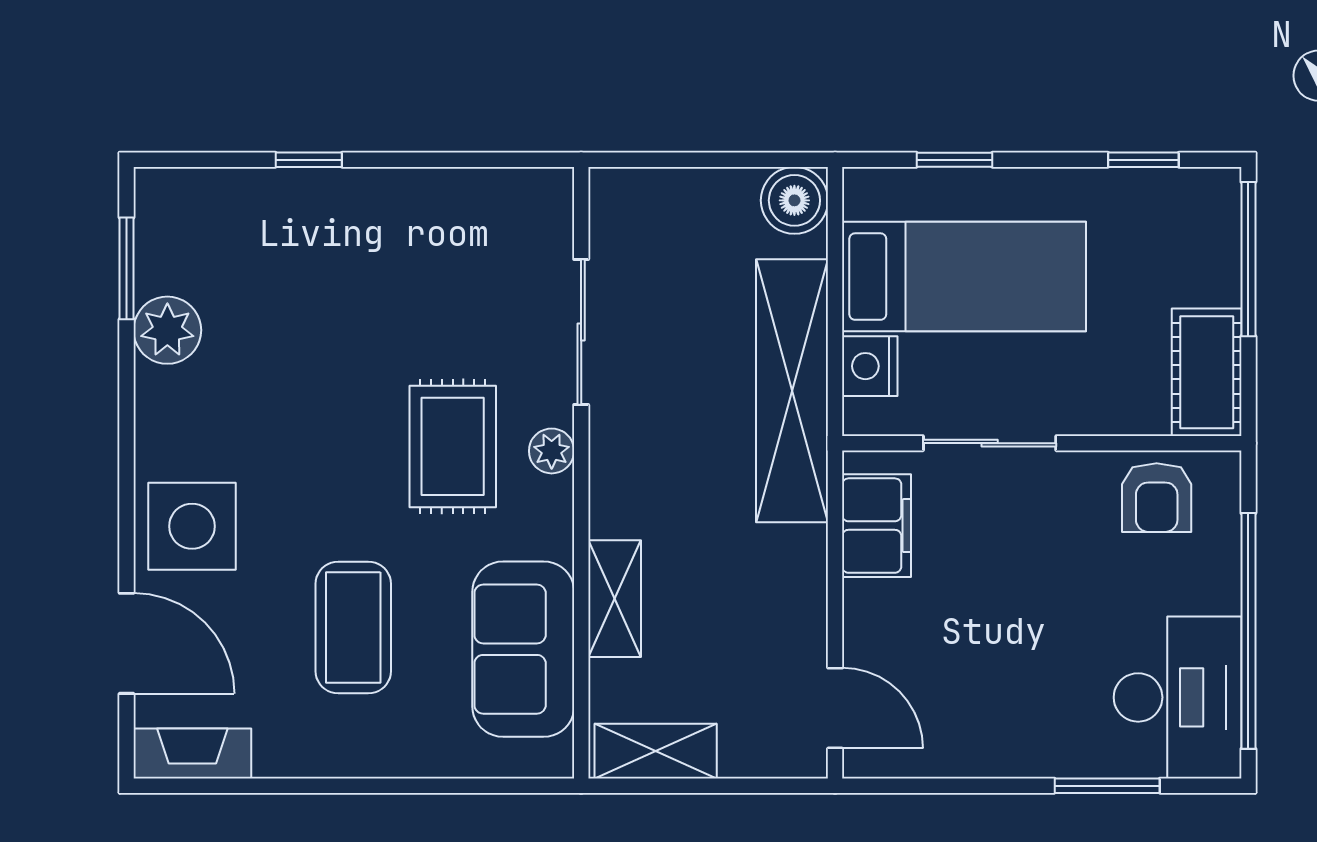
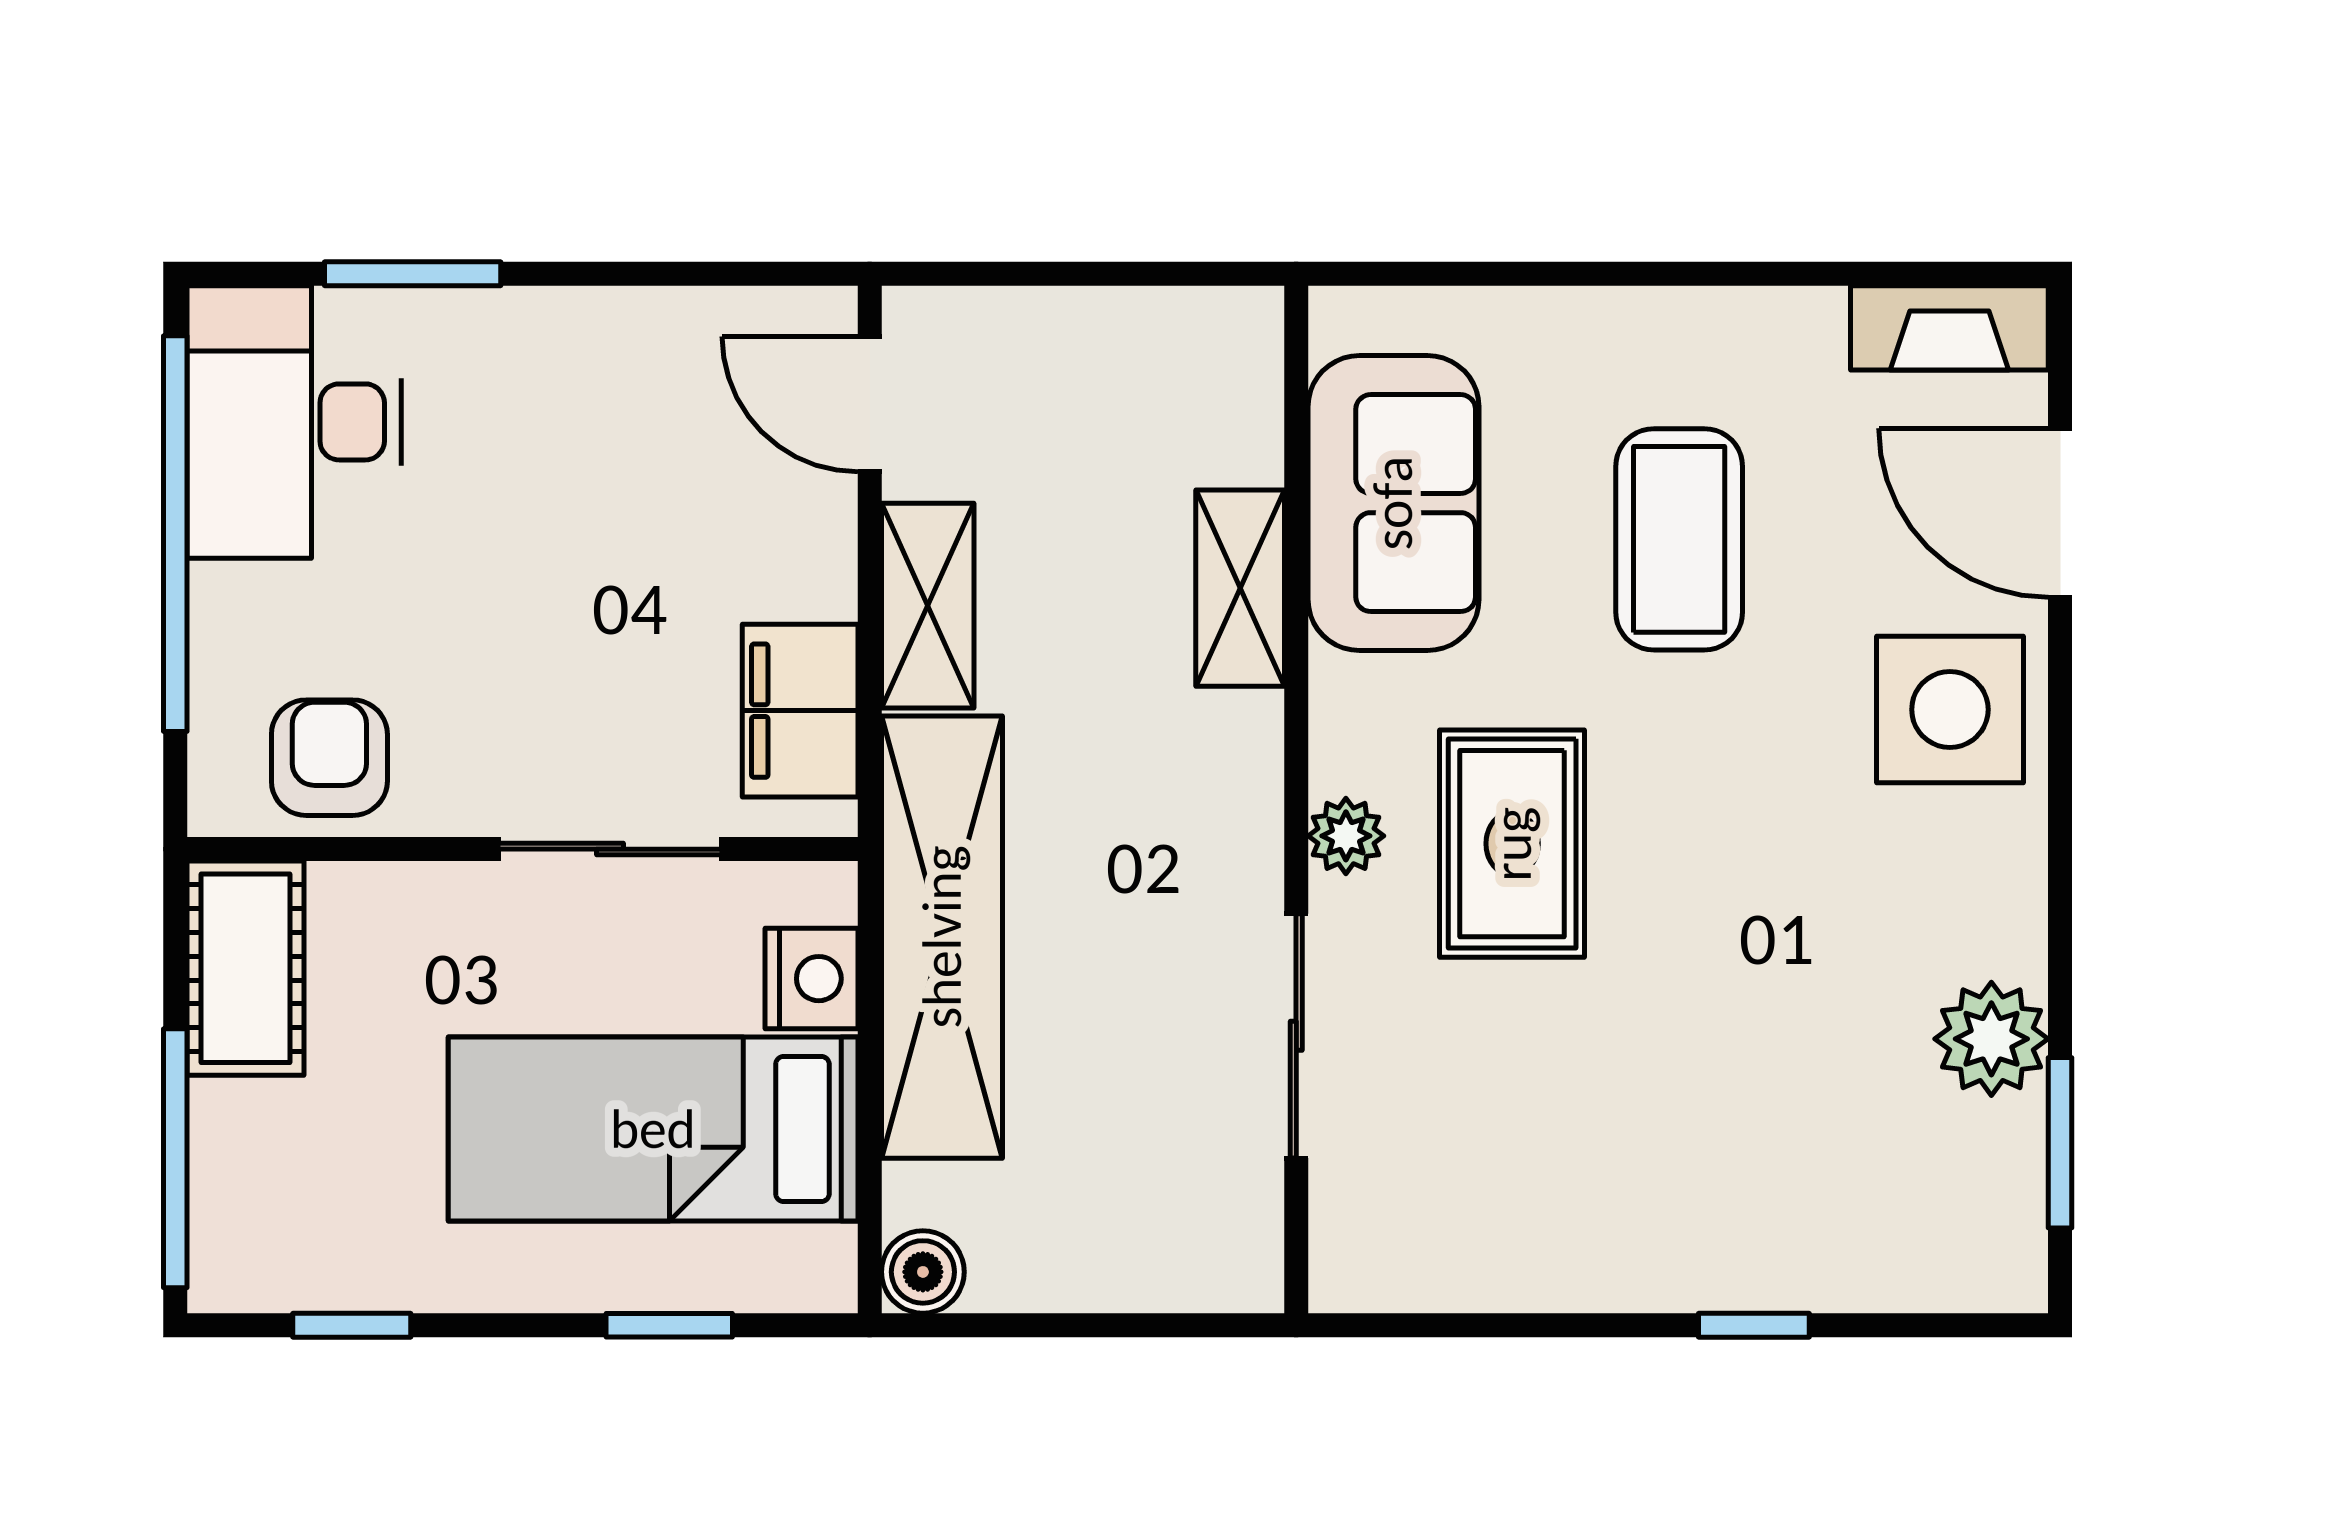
boiler: (794, 200) -> (923, 1272), width x0.73, depth x0.73
shelving: (656, 751) -> (928, 606), moved, turned 90

